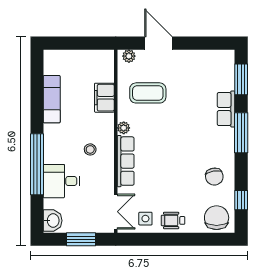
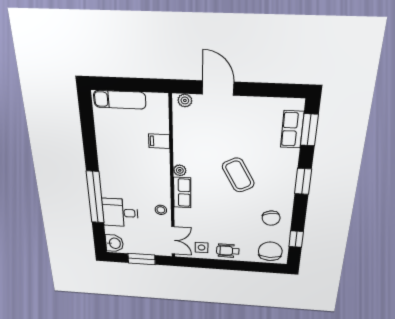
coffee table: (148, 93) -> (238, 175), moved, turned 62
filing cabinet: (104, 98) -> (159, 141), width x0.50
exam couch: (52, 99) -> (120, 100), moved, turned 90
row of seats: (226, 109) -> (292, 129), moved
window: (241, 133) -> (303, 181), width x0.69
stool: (90, 149) -> (161, 210), moved
row of seats: (126, 161) -> (182, 193), width x0.68

